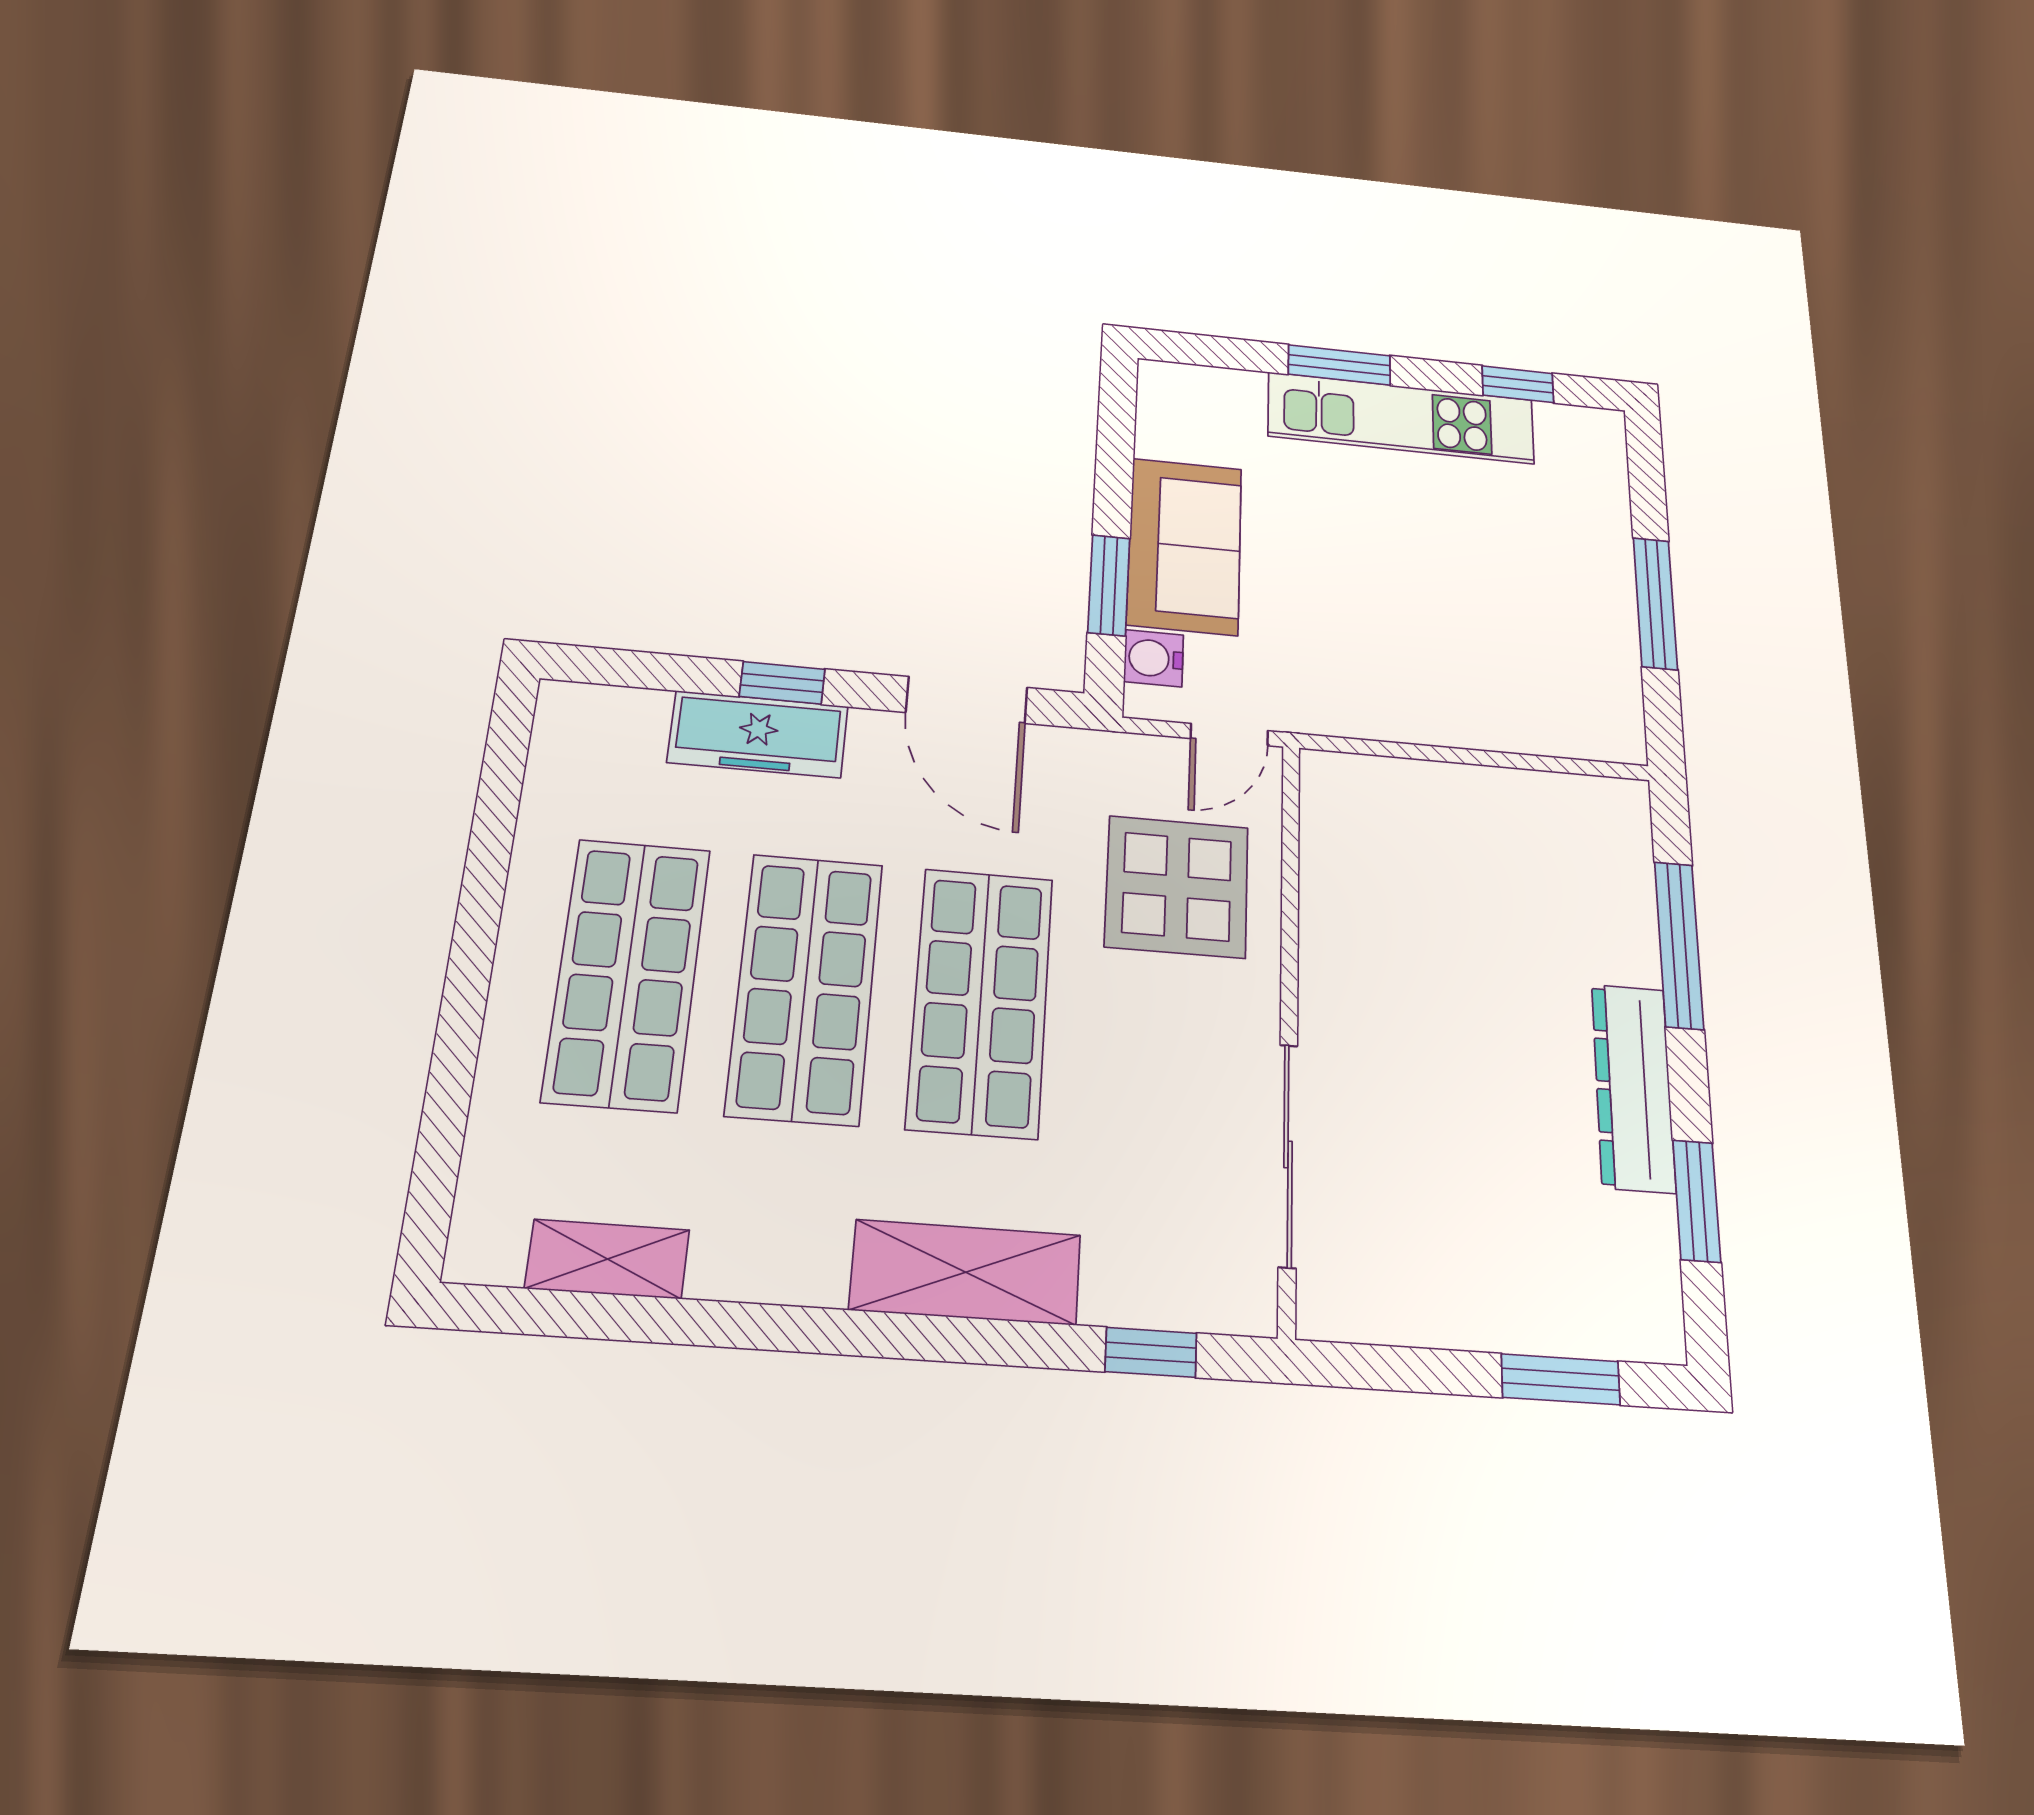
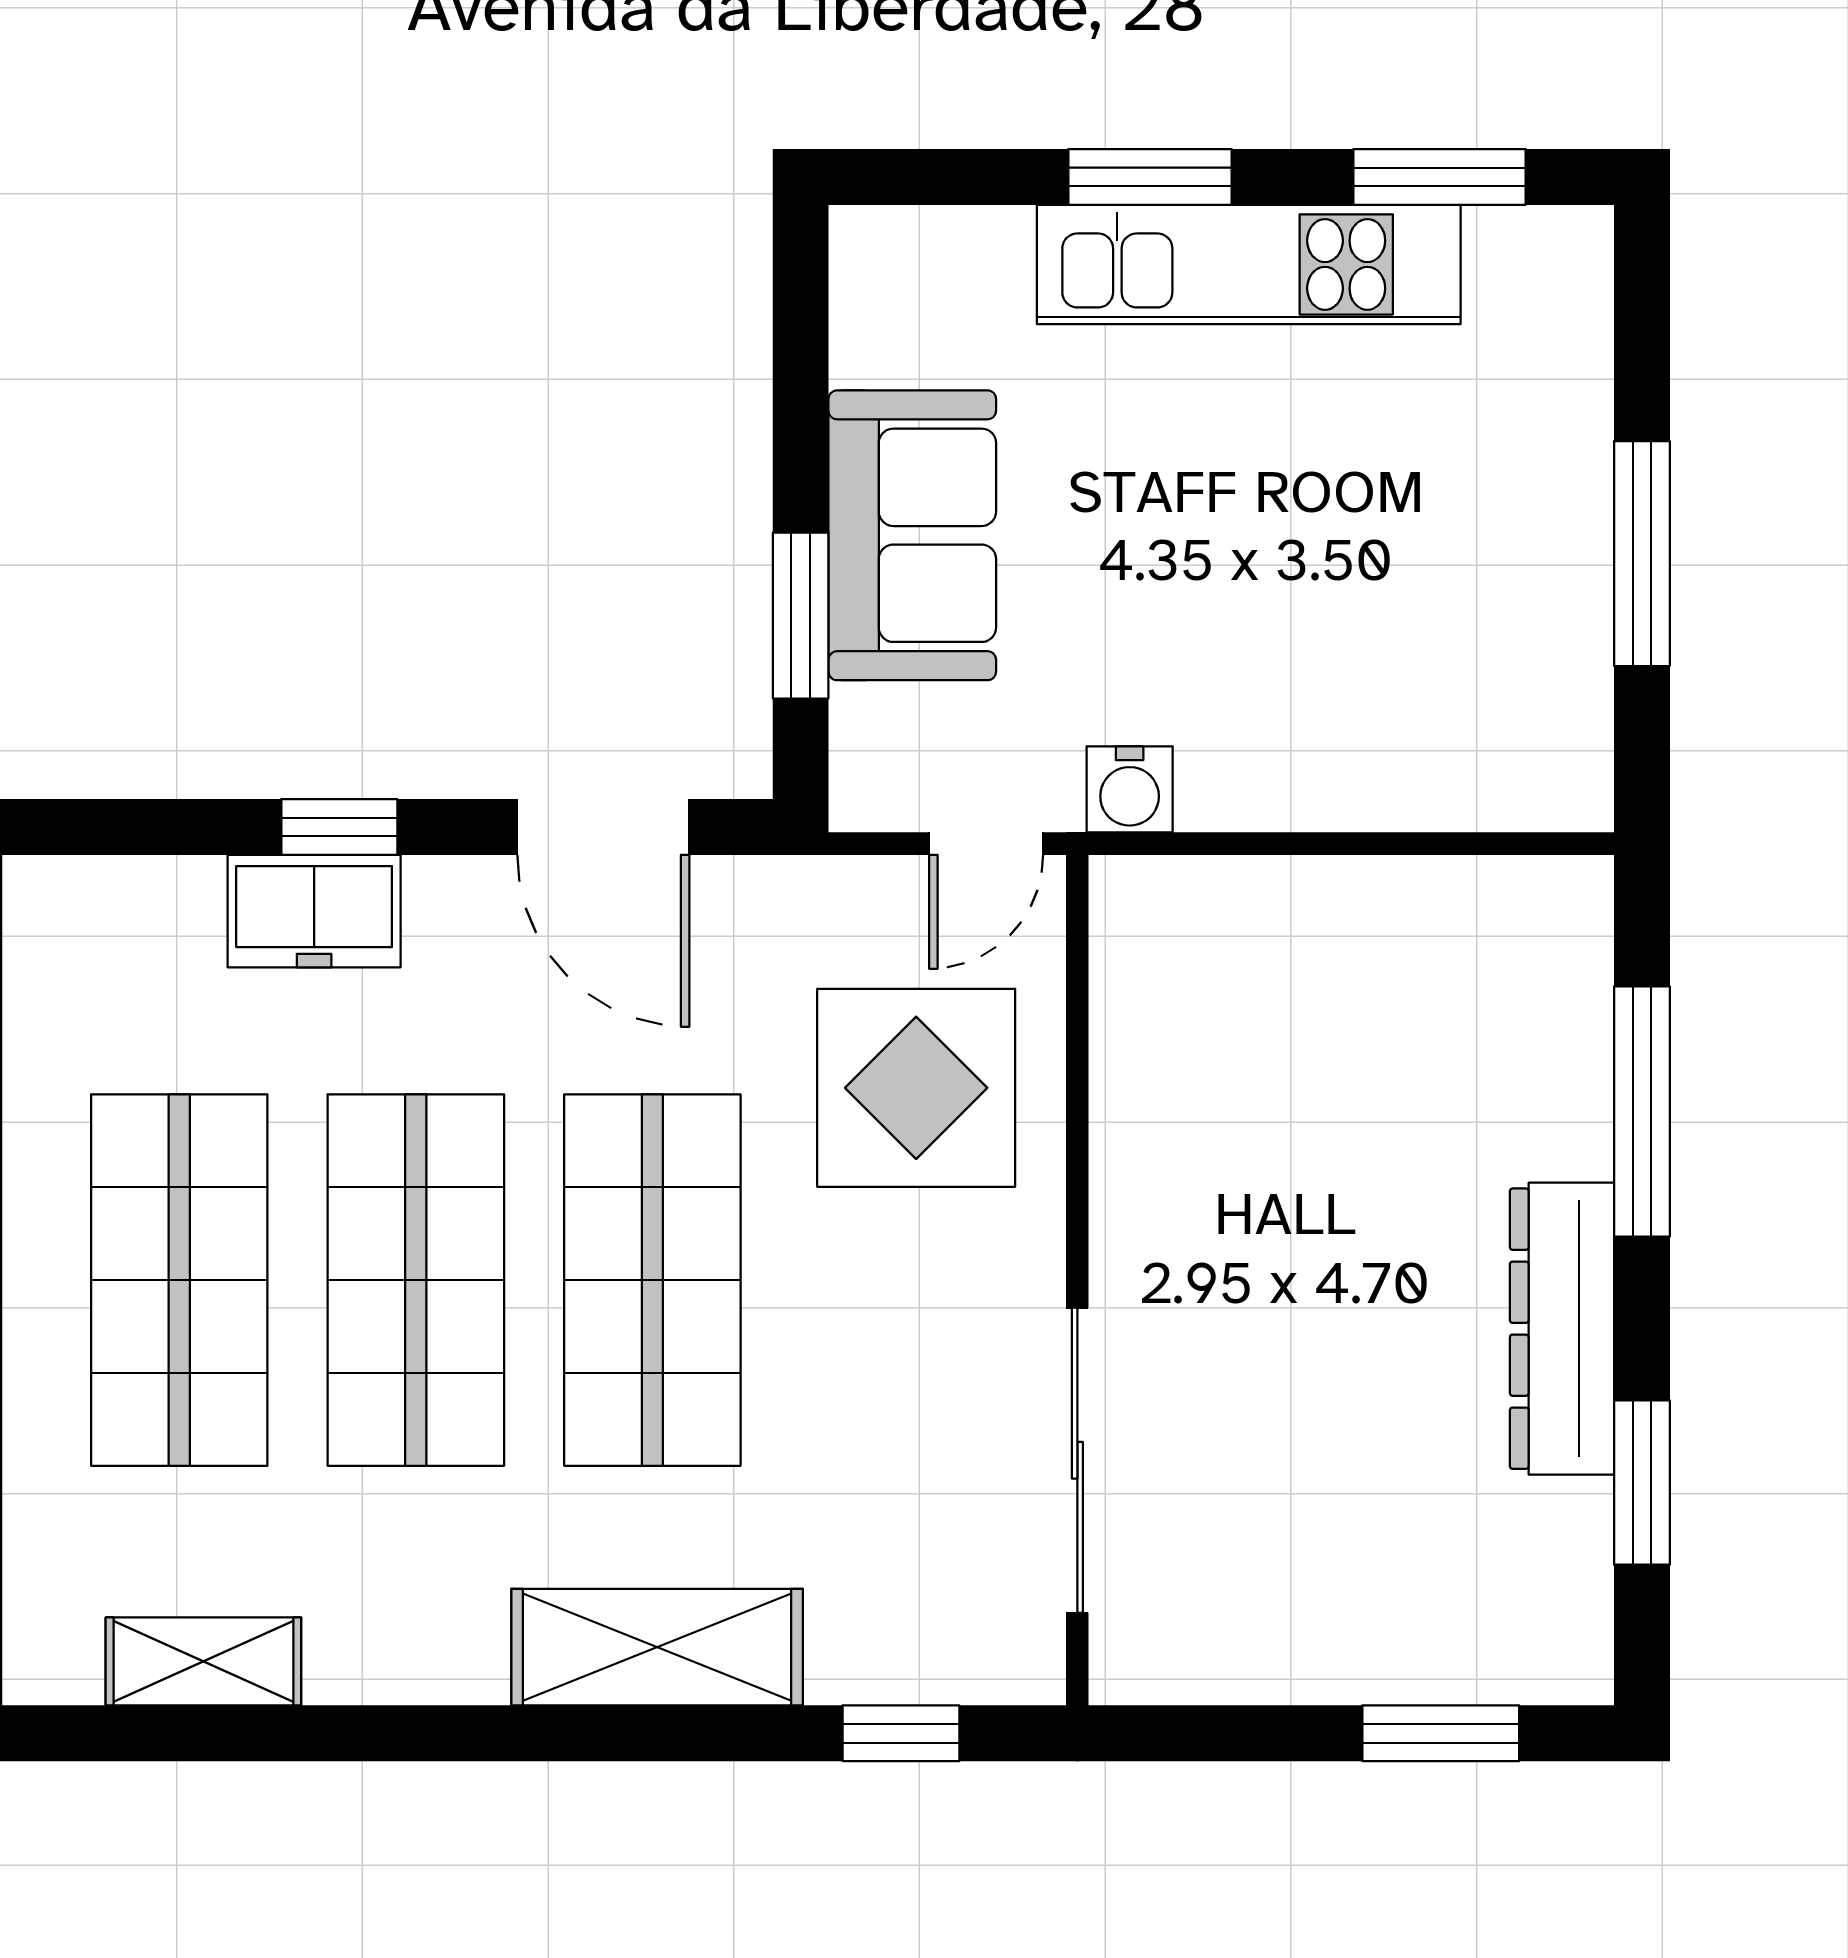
window: (1518, 384) -> (1440, 177), width x1.50
water cooler: (1154, 658) -> (1130, 789), moved, turned -90
freezer: (758, 734) -> (314, 911), width x0.71

